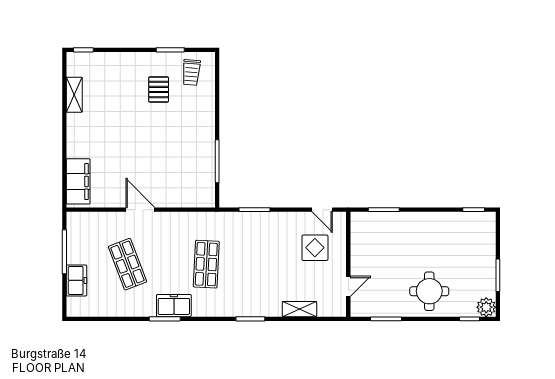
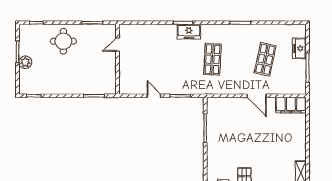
filing cabinet: (78, 181) -> (291, 105), moved, turned -90
door: (322, 210) -> (154, 96), moved
display table: (315, 248) -> (140, 70), removed
shop shelf: (127, 264) -> (265, 59), turned 33
freezer: (174, 306) -> (189, 32), moved
plant: (486, 307) -> (25, 62), moved
shelving: (299, 309) -> (150, 29), removed

